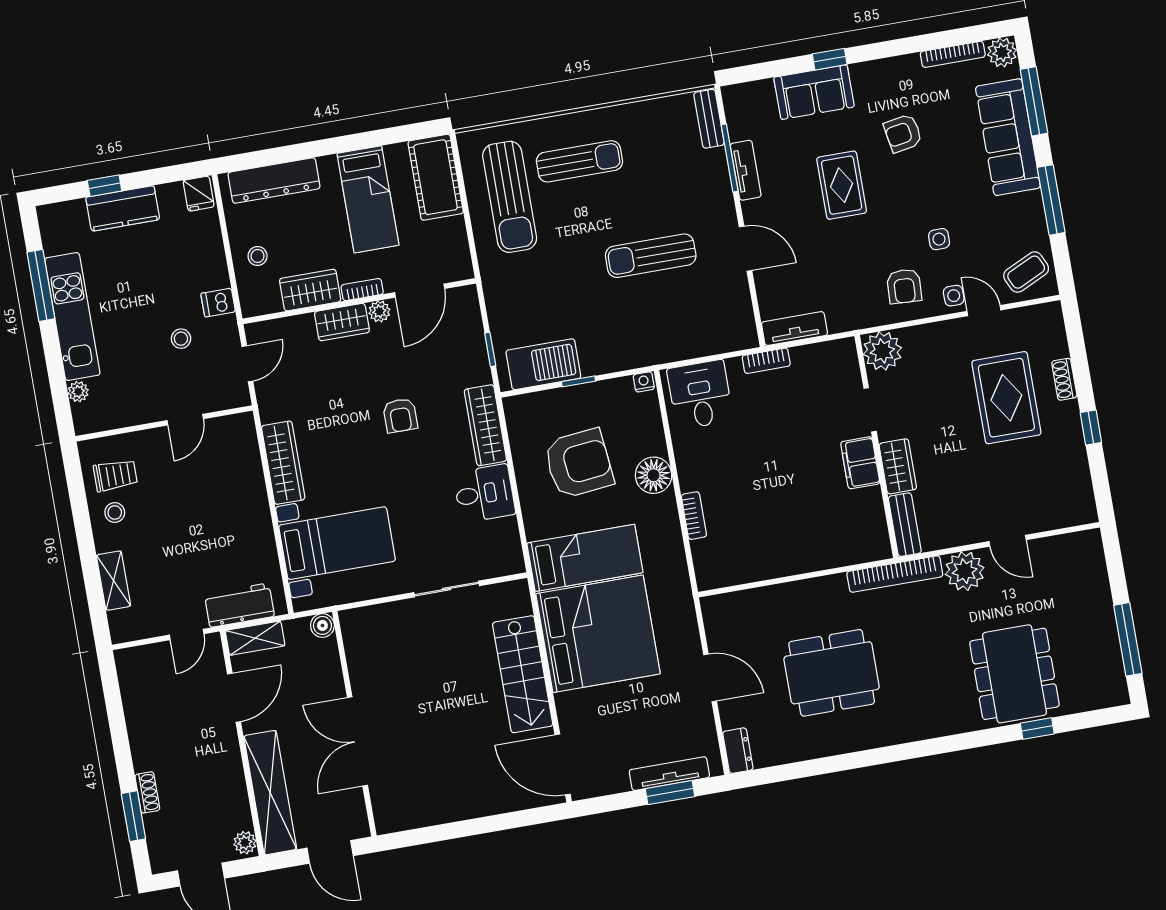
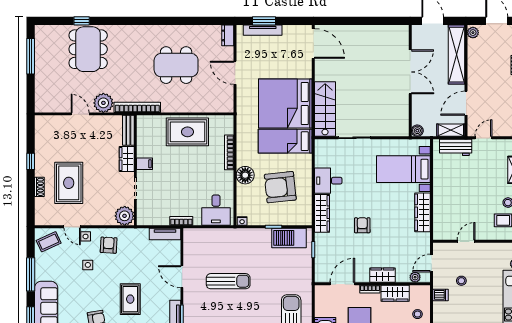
plant: (379, 311) -> (415, 277), moved
filing cabinet: (860, 463) -> (145, 164), width x0.50
bookcase: (694, 516) -> (229, 152), width x1.56
rug: (785, 542) -> (187, 132), added
stairs: (523, 674) -> (325, 109), moved

